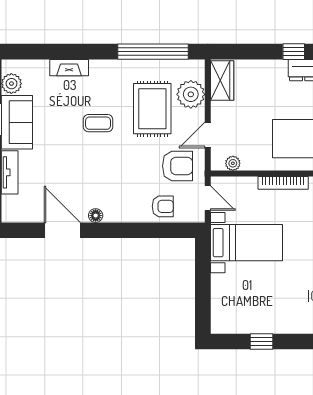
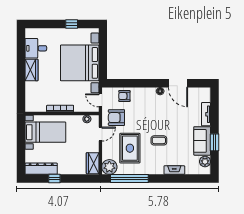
plant: (191, 94) -> (109, 167), moved
bed with nightstands: (246, 243) -> (80, 63), width x1.85

